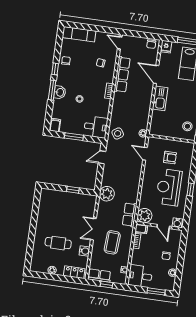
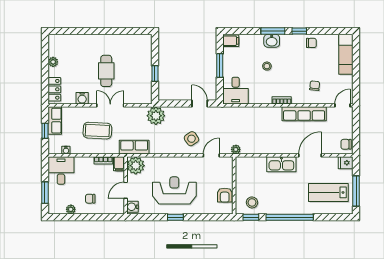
side table: (118, 133) -> (191, 139), moved
armchair: (170, 158) -> (225, 195), moved
cafe table: (58, 243) -> (106, 71), moved

